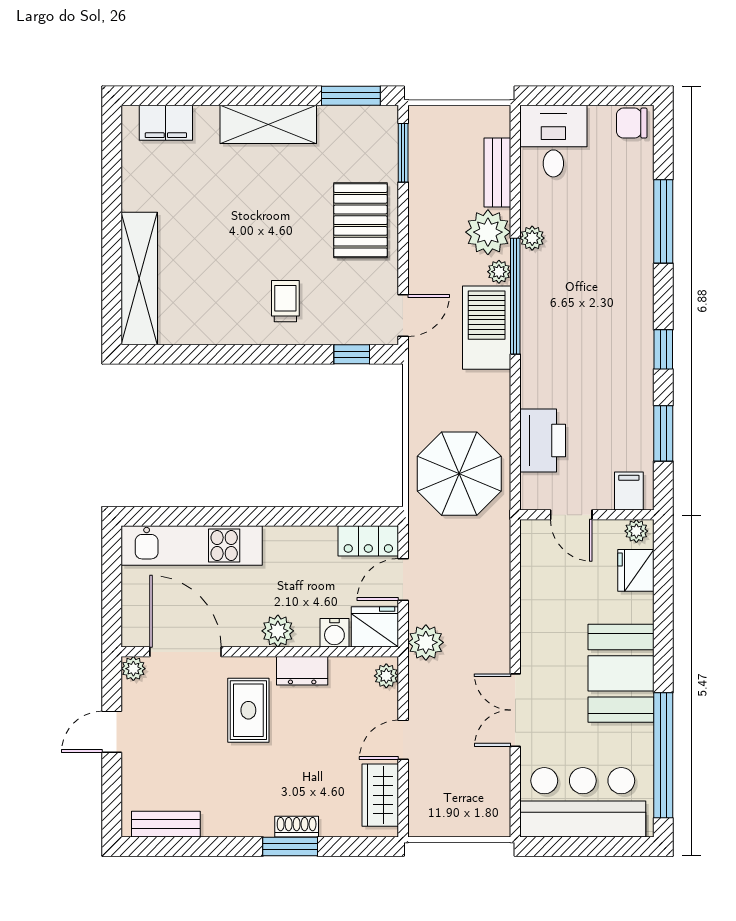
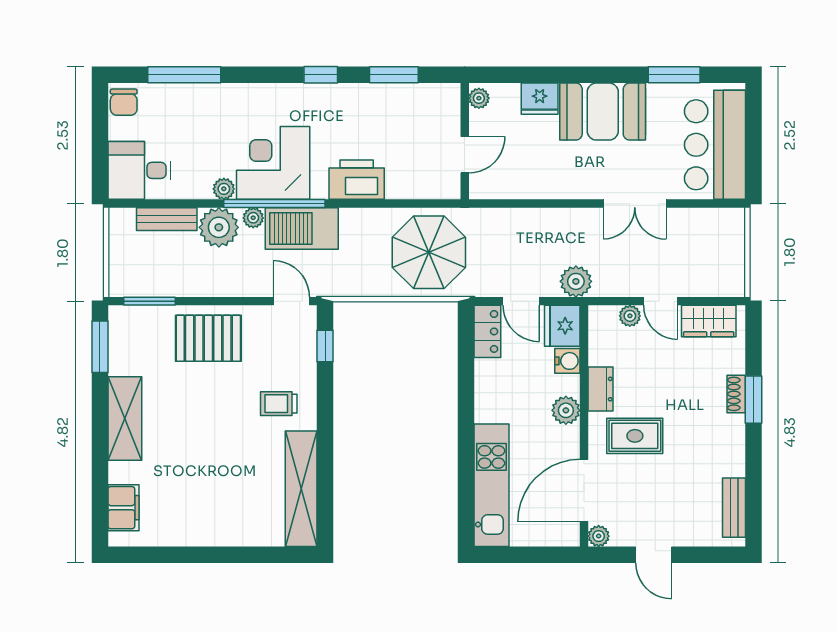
window: (663, 221) -> (184, 75), moved
shelving: (139, 278) -> (301, 489), moved, turned 90
corner desk: (562, 295) -> (273, 163), added
printer: (543, 441) -> (357, 180), moved
filing cabinet: (629, 491) -> (444, 105), removed
fridge: (636, 570) -> (540, 99), moved
plant: (386, 676) -> (630, 316), moved
window: (663, 755) -> (674, 75), width x0.47

